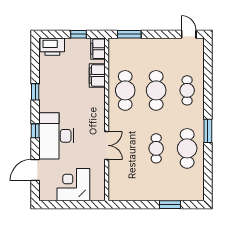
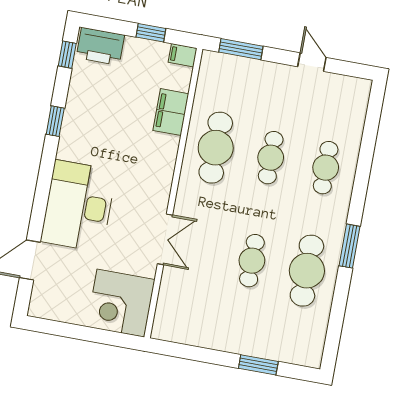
door: (189, 34) -> (312, 62), moved
filing cabinet: (98, 49) -> (183, 55), width x0.50
cafe table: (156, 90) -> (271, 158), width x0.73, depth x0.74
window: (35, 131) -> (67, 55), moved
corner desk: (73, 185) -> (121, 303), moved, turned -90

